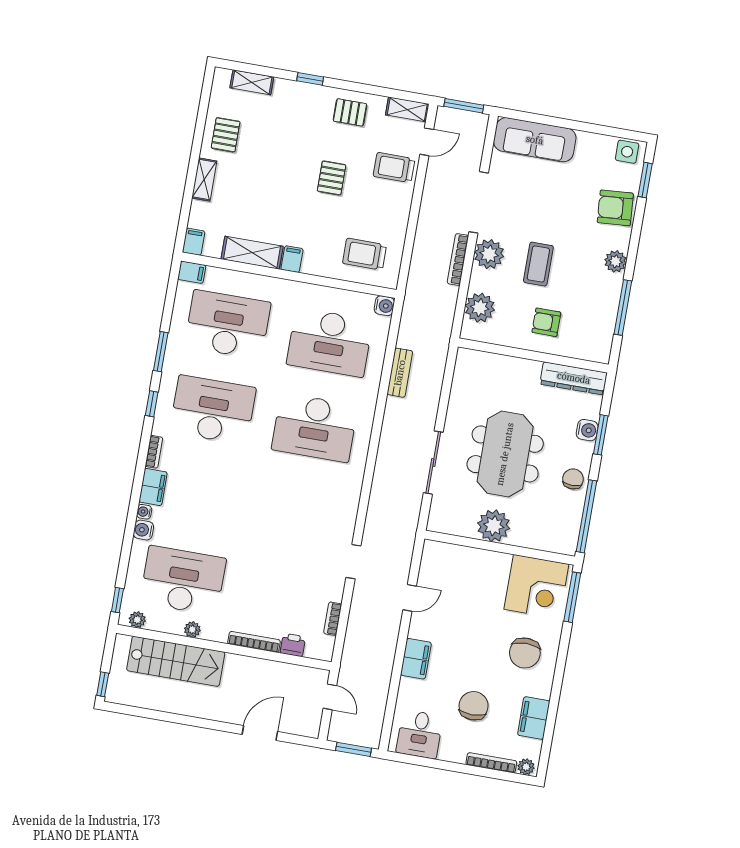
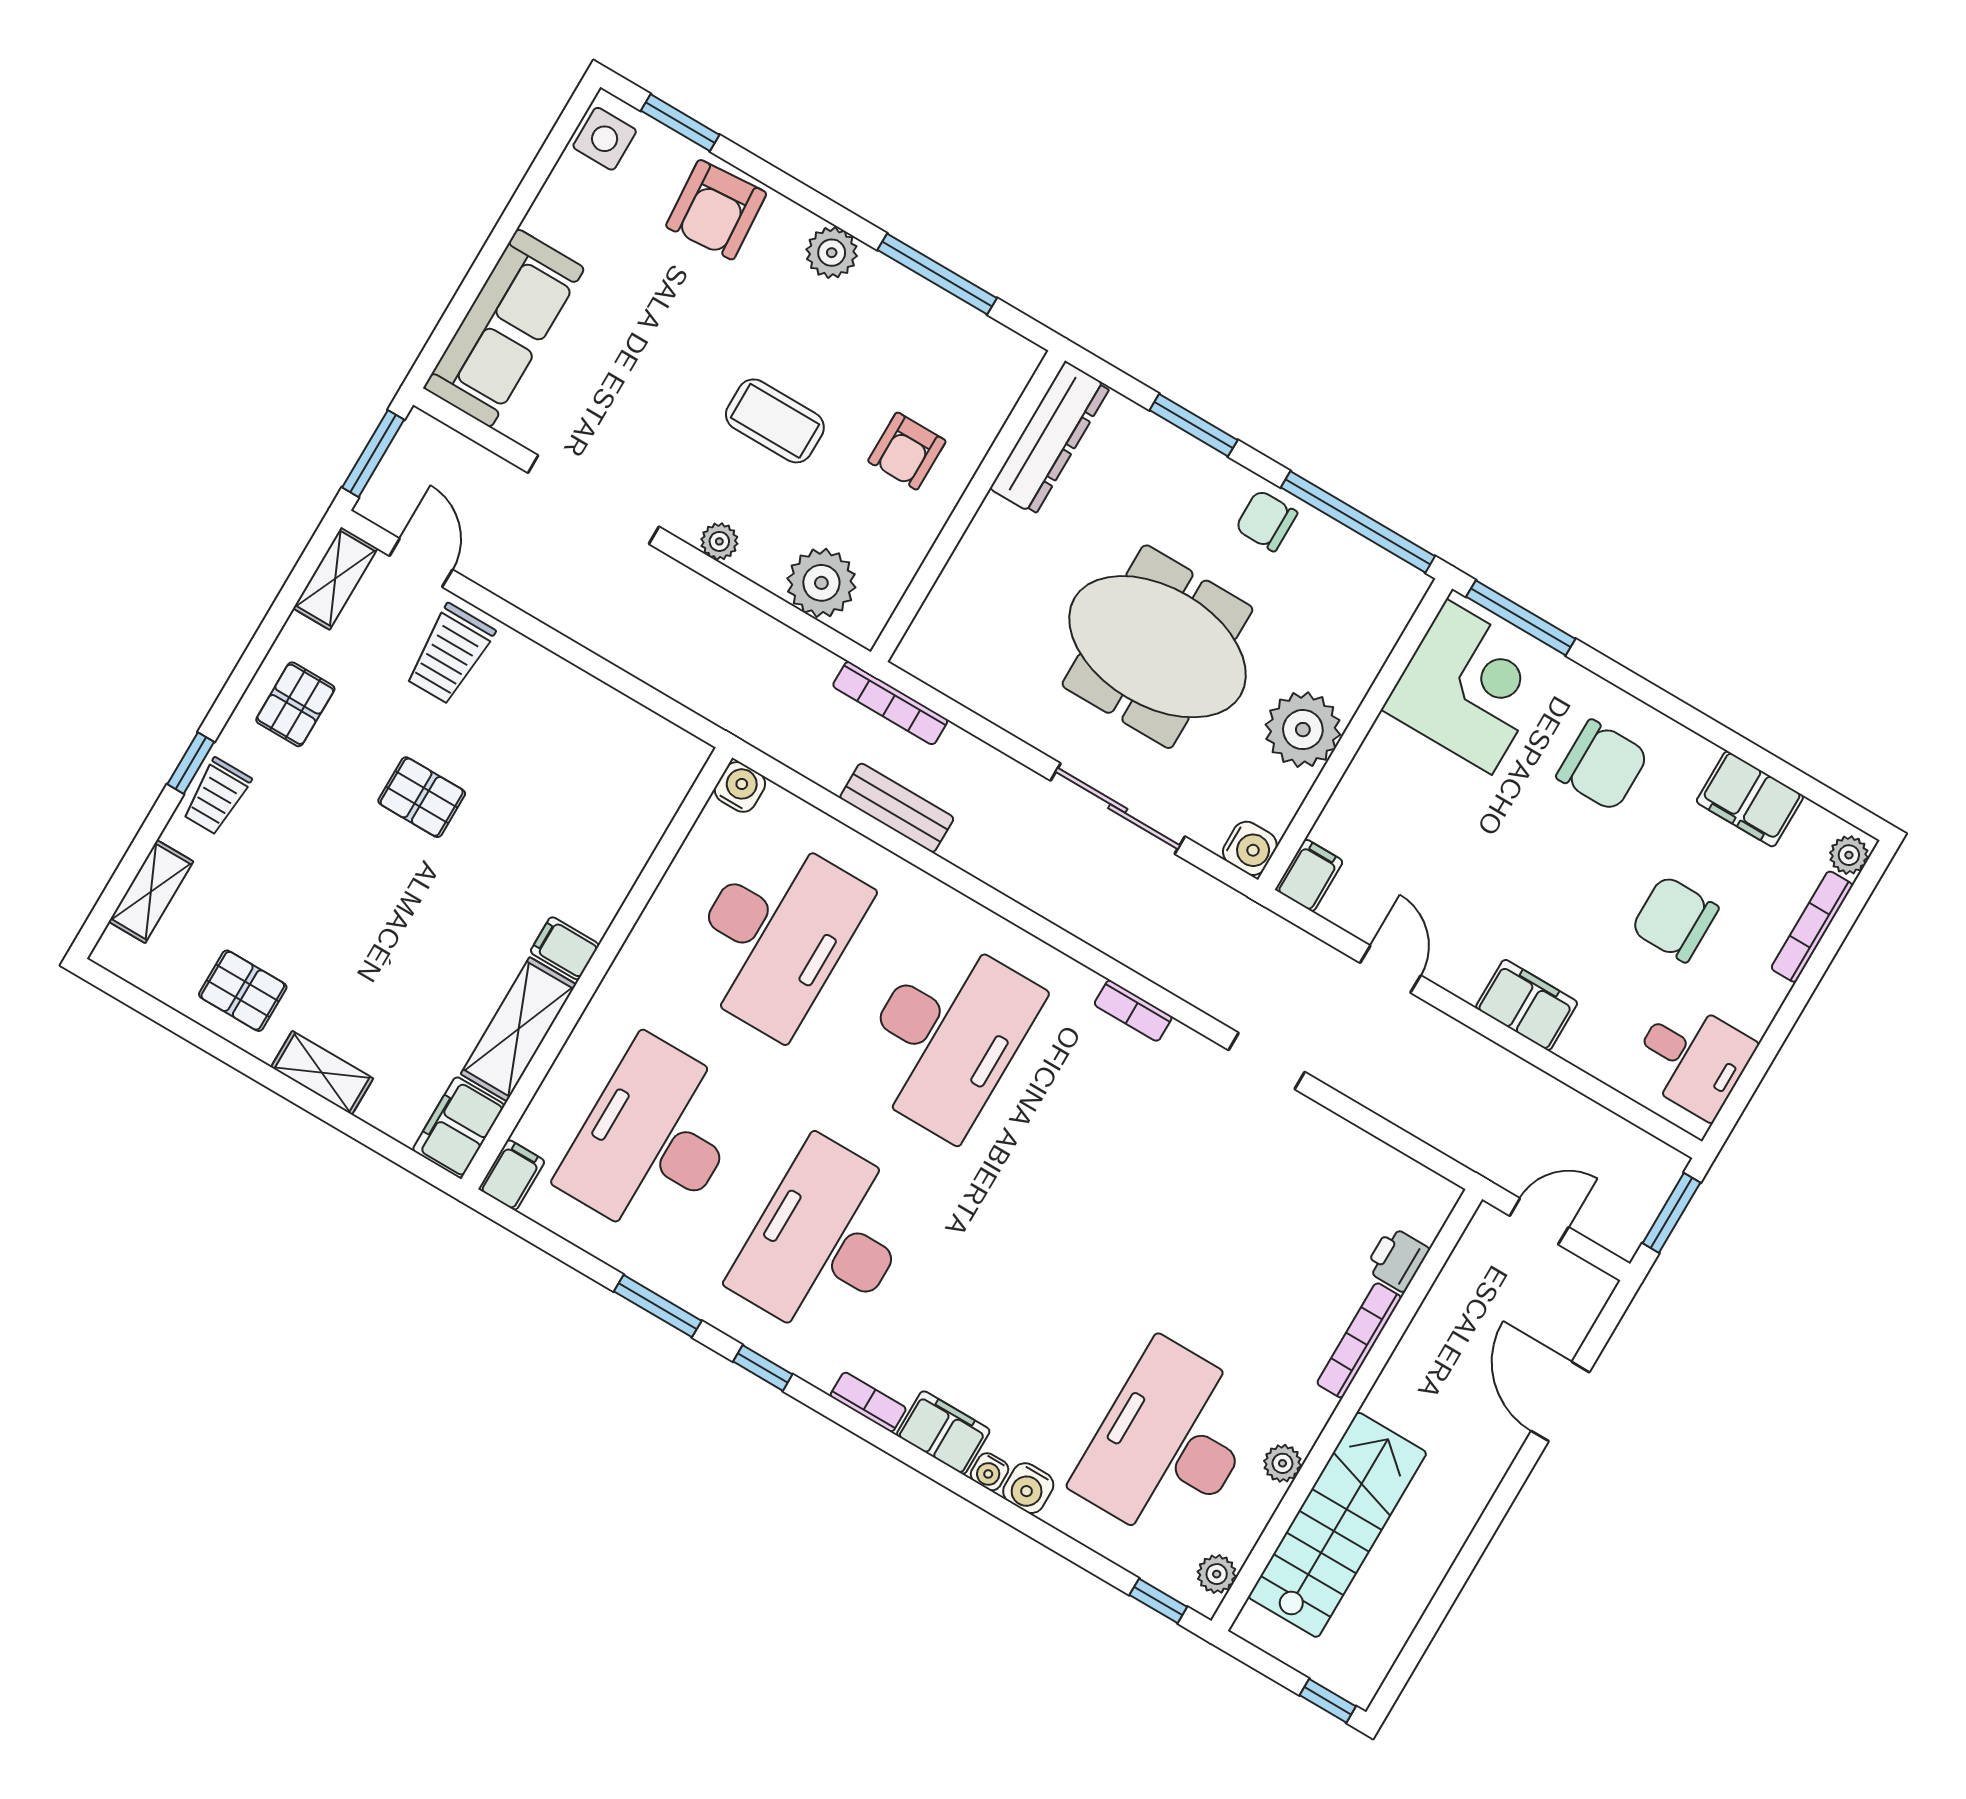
filing cabinet: (194, 242) -> (459, 1128), width x2.00
trolley: (365, 254) -> (217, 796), moved, width x0.73, depth x0.72
plant: (489, 254) -> (719, 541), width x0.53, depth x0.53
bookcase: (458, 259) -> (890, 703), moved
water cooler: (587, 430) -> (1250, 848), moved, turned 90
filing cabinet: (435, 551) -> (1309, 875), added
bookcase: (333, 619) -> (1133, 1011), moved

